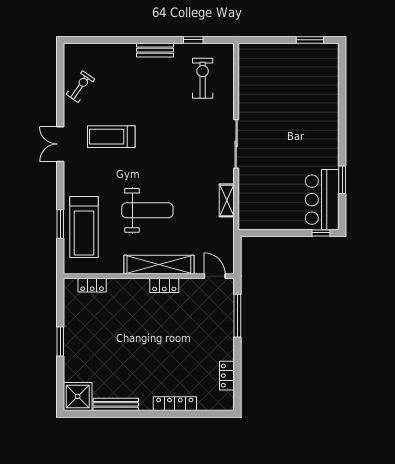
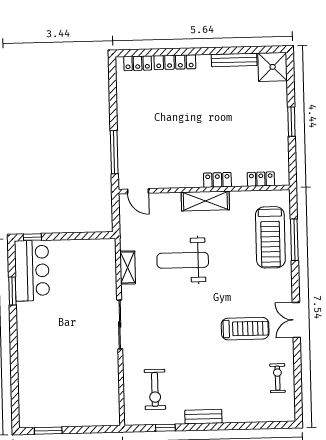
exercise bike: (80, 87) -> (278, 378), turned 145
double door: (60, 144) -> (296, 320), swing flipped
weight bench: (147, 210) -> (183, 260), moved
window: (60, 224) -> (294, 240), width x1.44
treadmill: (84, 227) -> (270, 237), turned 180
shelving: (159, 265) -> (205, 201), width x0.68
locker: (164, 285) -> (217, 180), moved
locker: (227, 376) -> (138, 63), moved, turned 90

